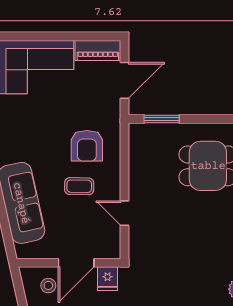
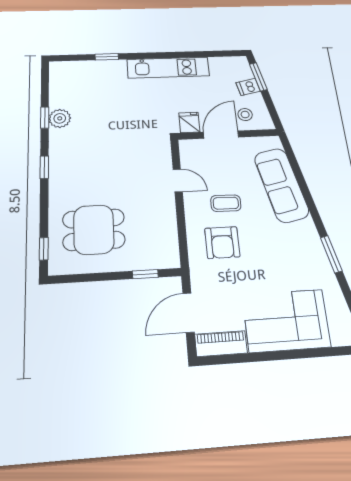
window: (162, 119) -> (145, 274), width x0.67
armchair: (87, 146) -> (222, 243), turned 180

